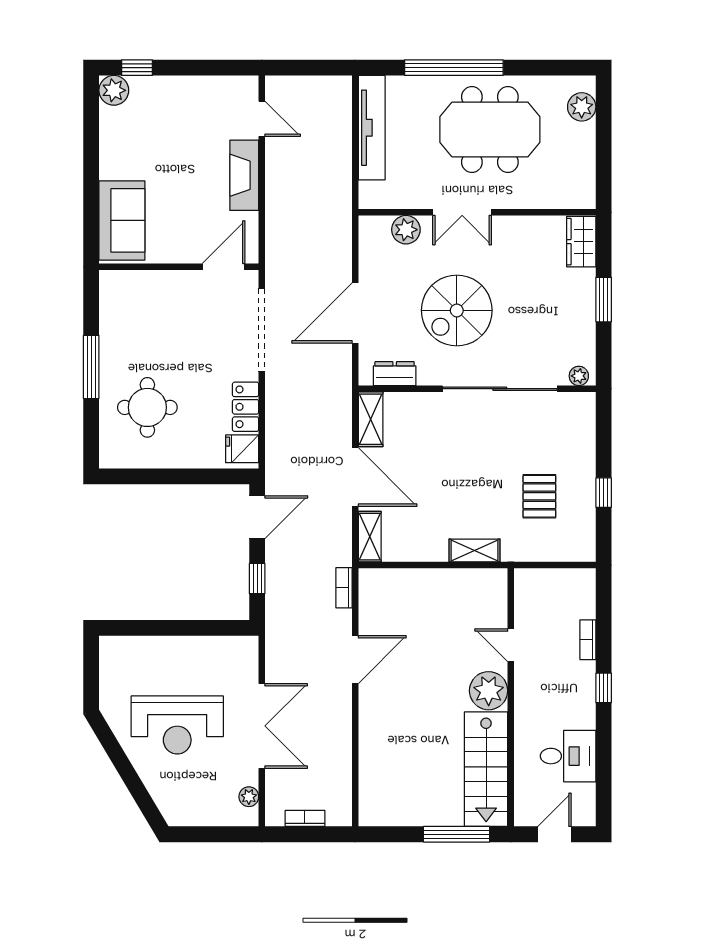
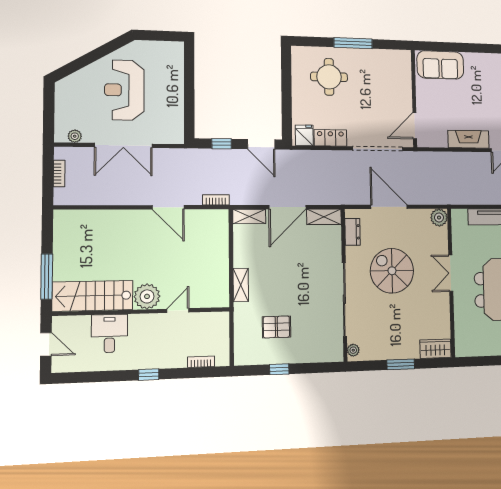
plant: (406, 230) -> (439, 218), moved
door: (224, 267) -> (415, 126), swing flipped
bookcase: (588, 640) -> (201, 362), moved
desk: (568, 756) -> (109, 333), moved, turned 180

